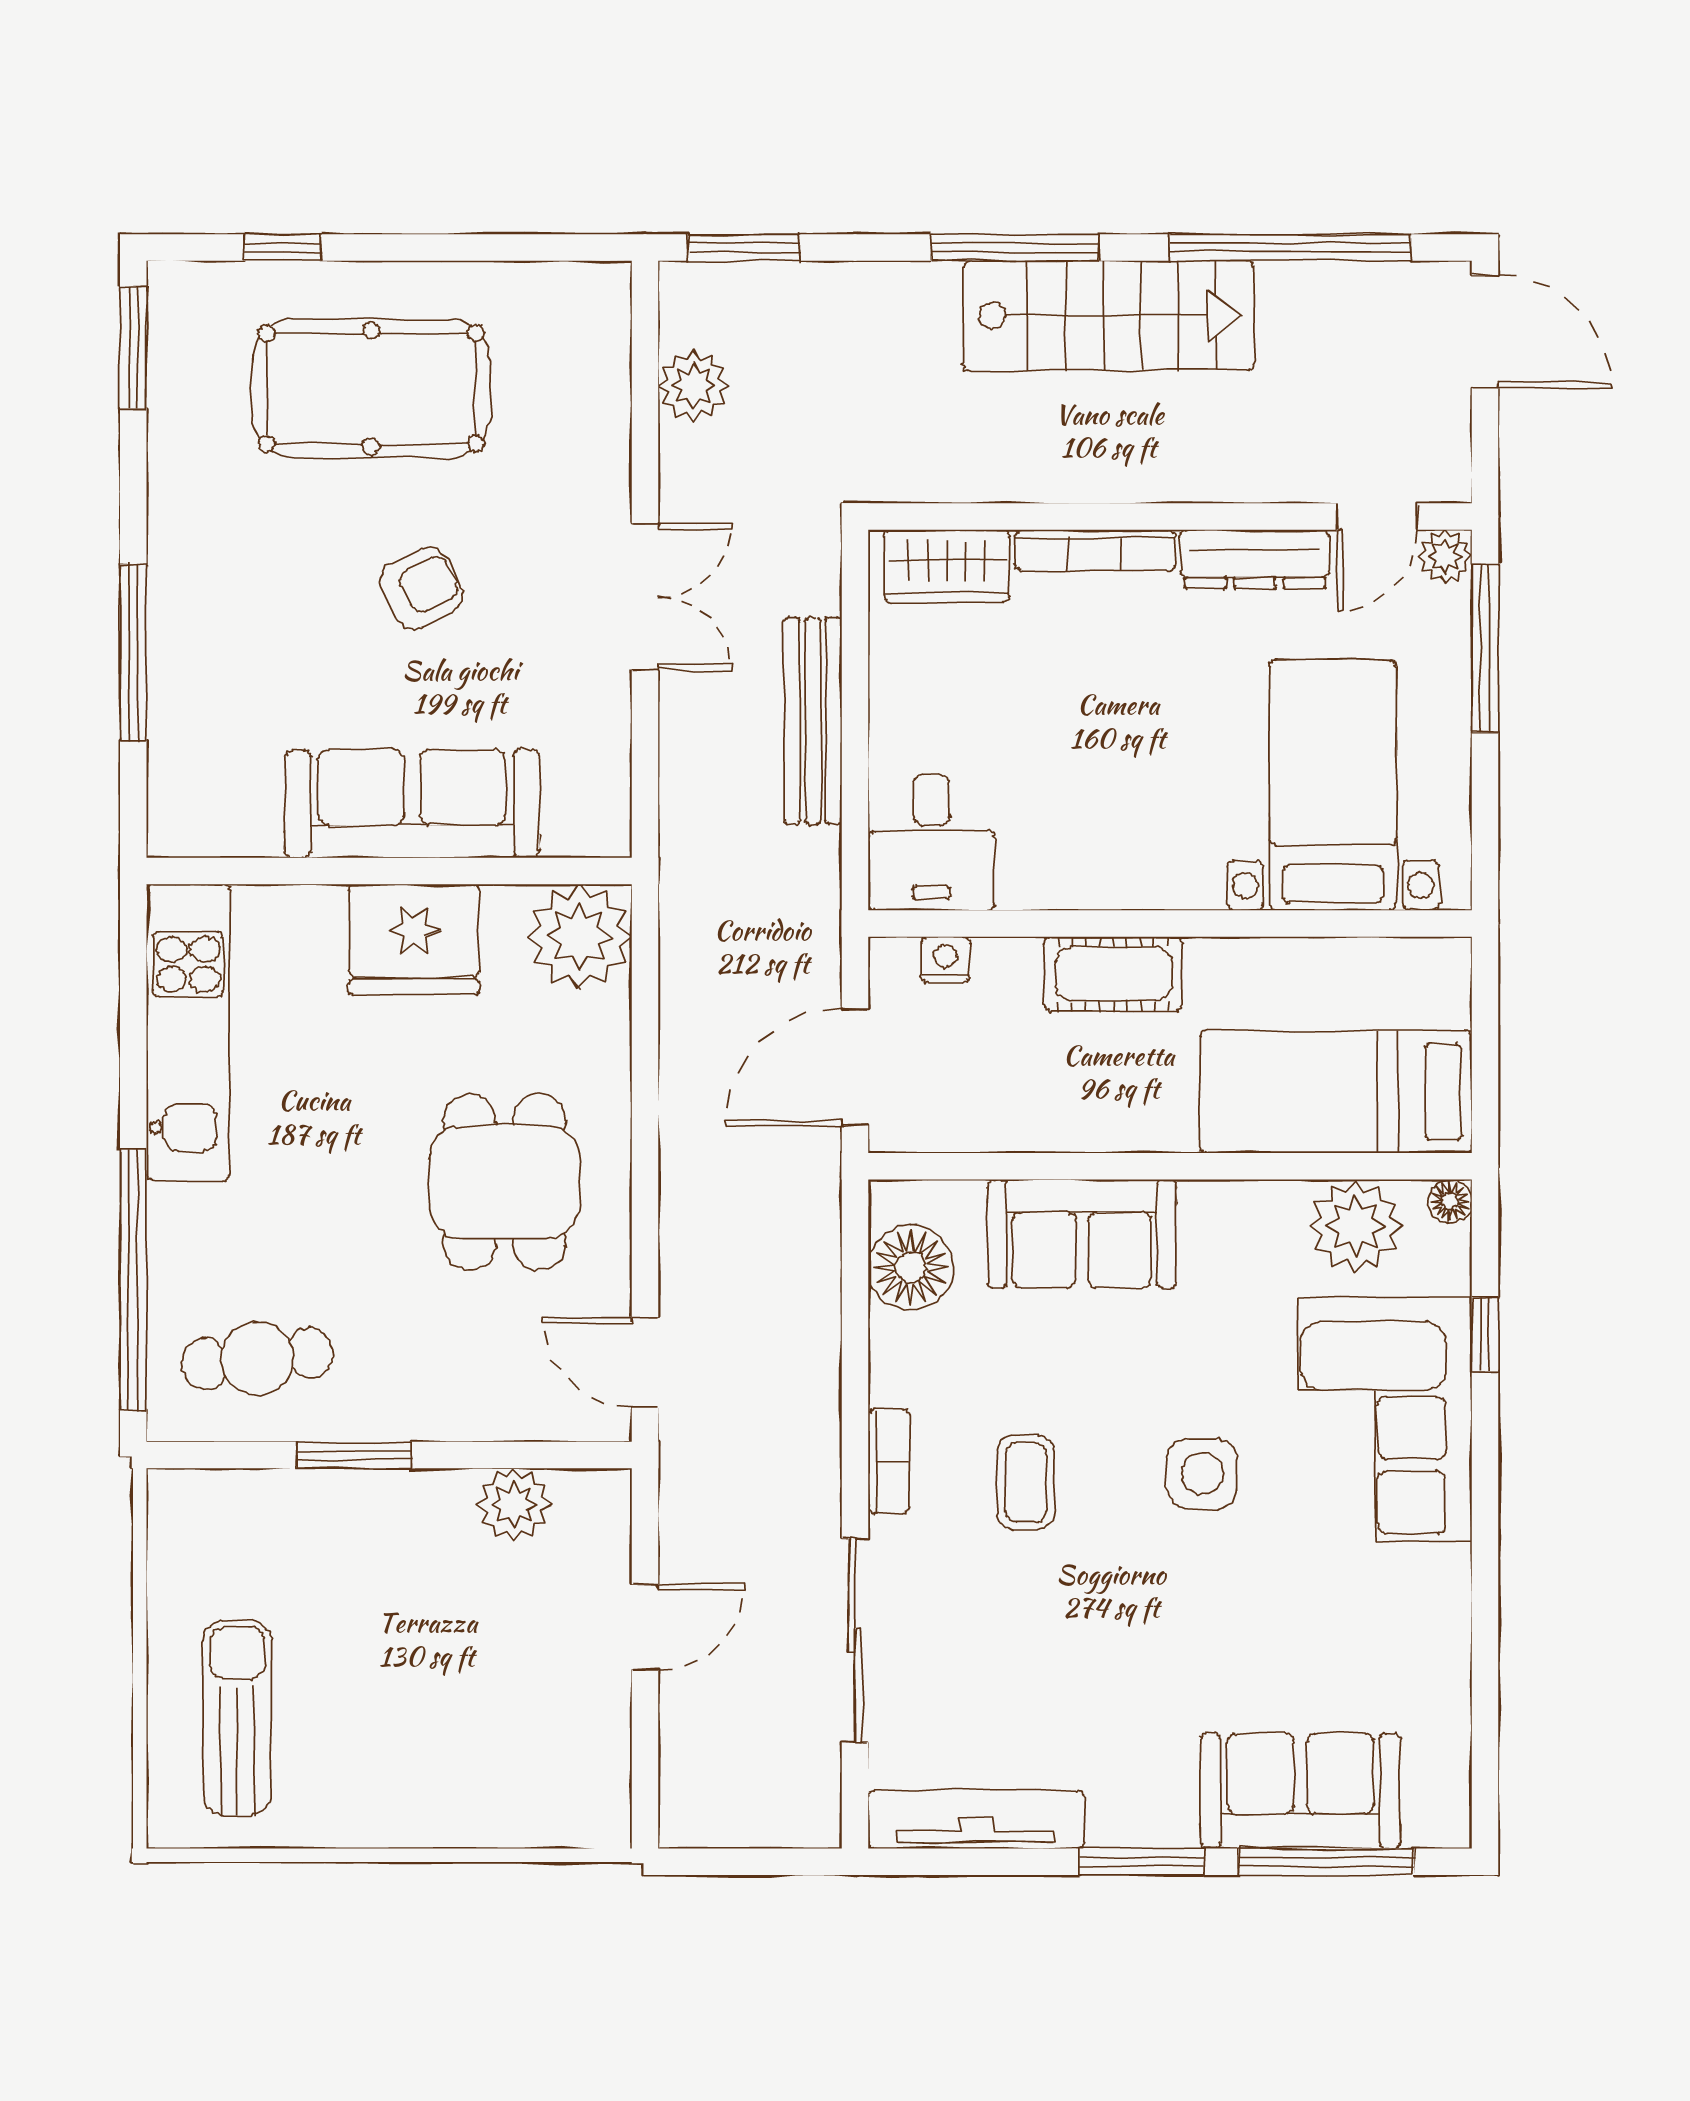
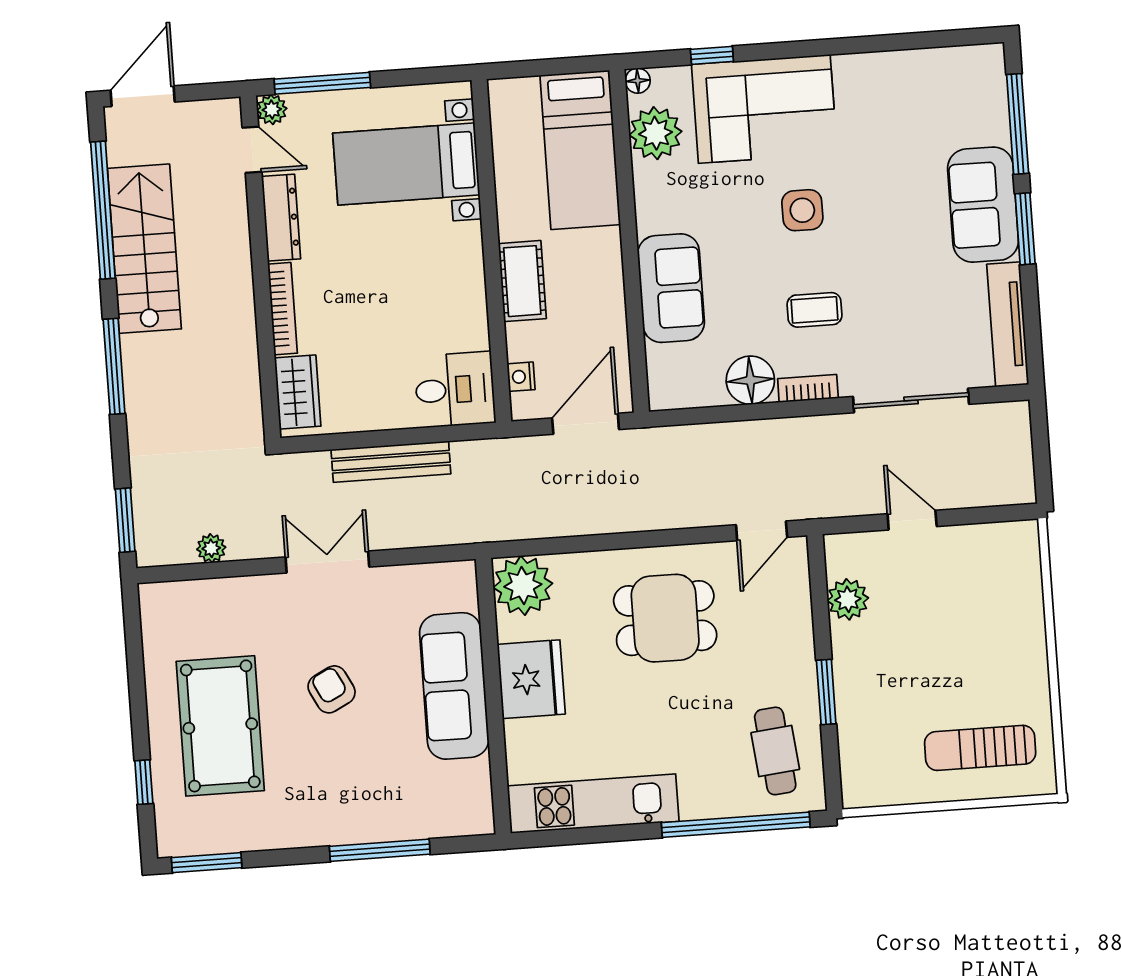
stairs: (1109, 315) -> (144, 249), moved
plant: (693, 385) -> (211, 548), width x0.73, depth x0.73
door: (855, 1067) -> (586, 424), swing flipped
floor lamp: (911, 1268) -> (750, 380), moved
sofa: (1300, 1791) -> (983, 205), moved

